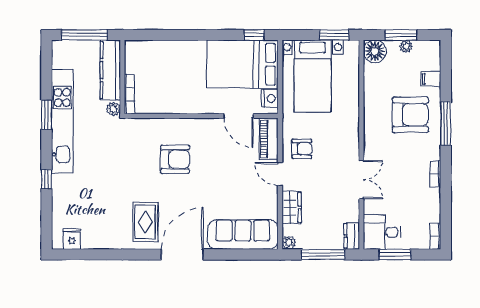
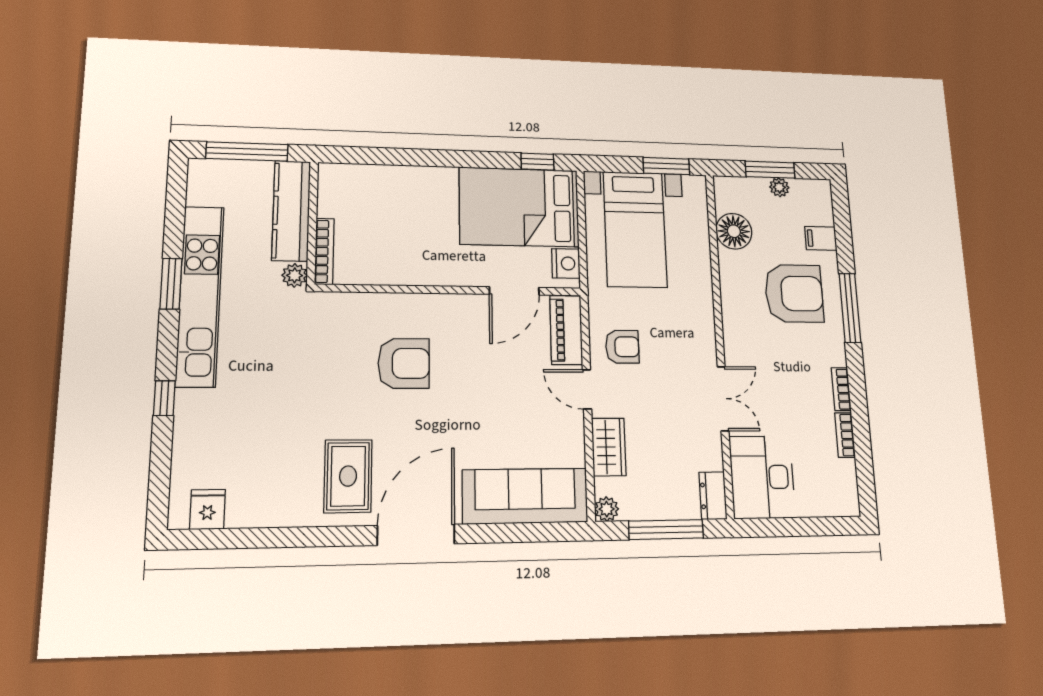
floor lamp: (375, 51) -> (734, 231), moved
door: (239, 116) -> (514, 291), hinge flipped
desk: (382, 232) -> (762, 477), width x1.37
bookcase: (435, 236) -> (845, 435), moved
window: (395, 254) -> (787, 527), removed

